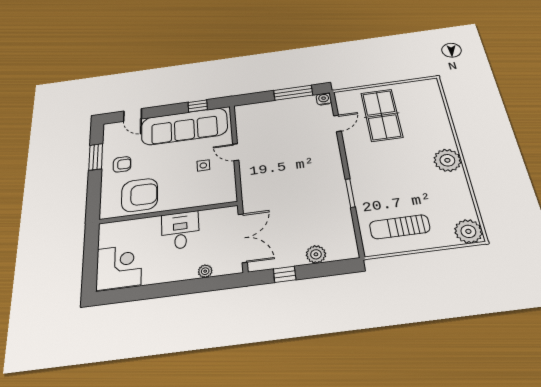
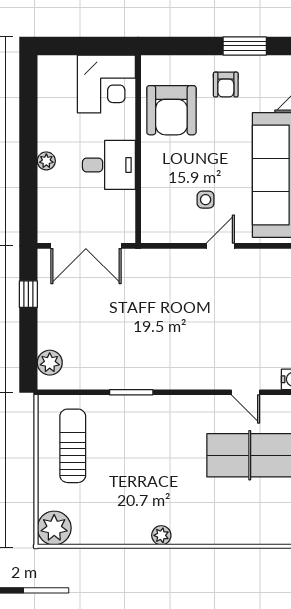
plant: (447, 160) -> (161, 535), width x0.53, depth x0.53
plant: (316, 254) -> (50, 363), moved
corner desk: (119, 267) -> (106, 84), moved
plant: (205, 271) -> (46, 161), moved

